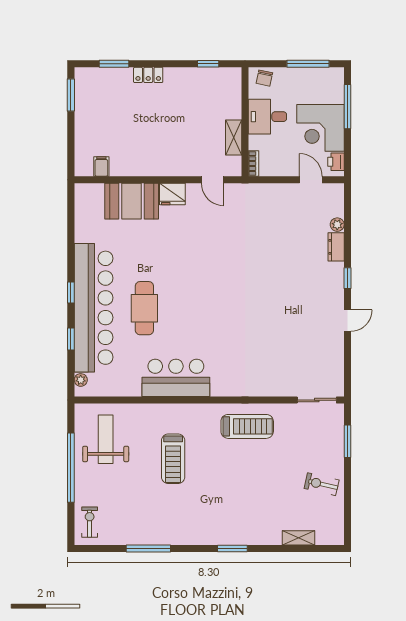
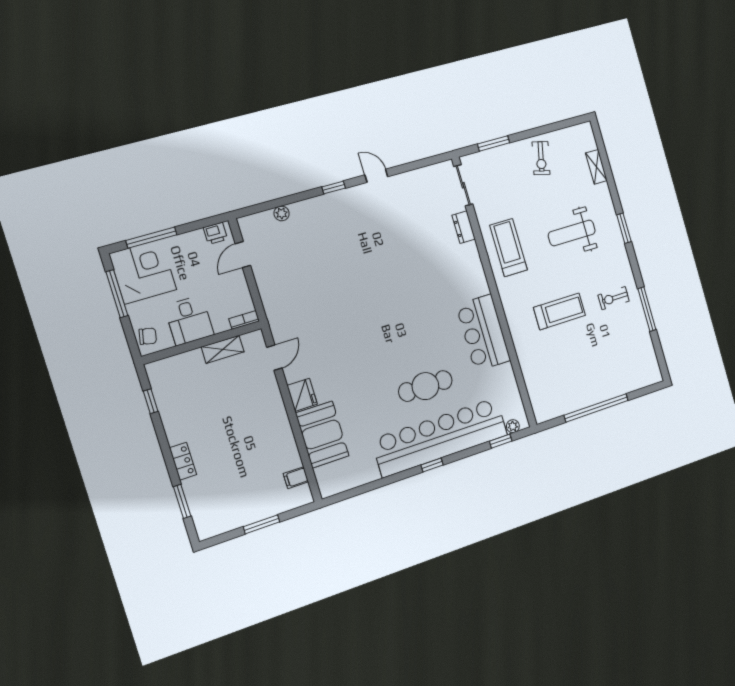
window: (71, 95) -> (261, 524), moved
corner desk: (320, 128) -> (143, 272), moved, turned -90
dresser: (336, 247) -> (464, 227), moved, turned 90
window: (71, 339) -> (501, 441), moved
weight bench: (106, 439) -> (572, 233), moved
exercise bike: (90, 522) -> (614, 298), moved

